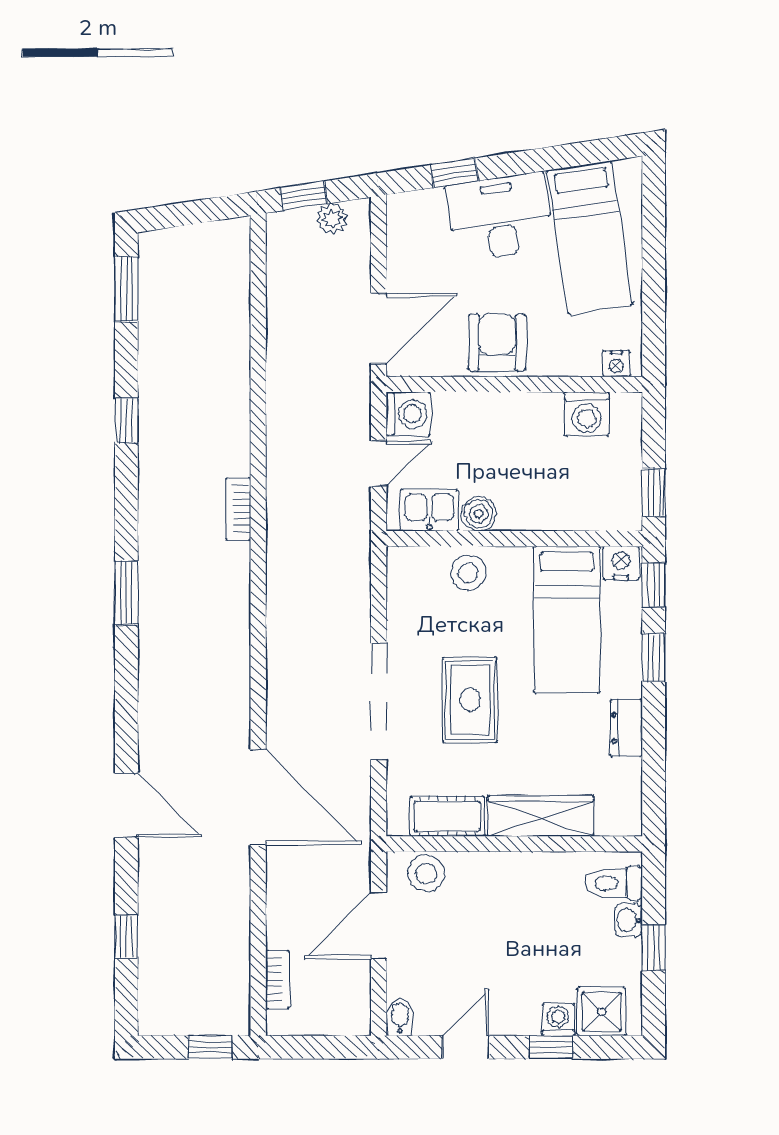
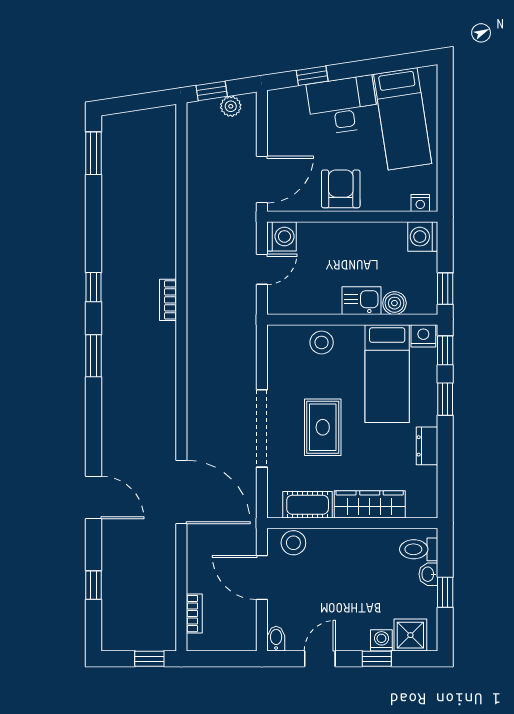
washing machine: (587, 414) -> (423, 237), moved, turned 90
window: (126, 420) -> (94, 287), moved
kitchen sink: (429, 510) -> (362, 301), moved
boiler: (479, 514) -> (394, 303), moved
door: (379, 925) -> (262, 578), hinge flipped

